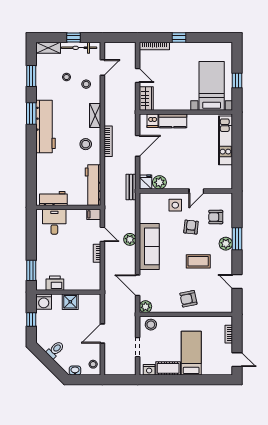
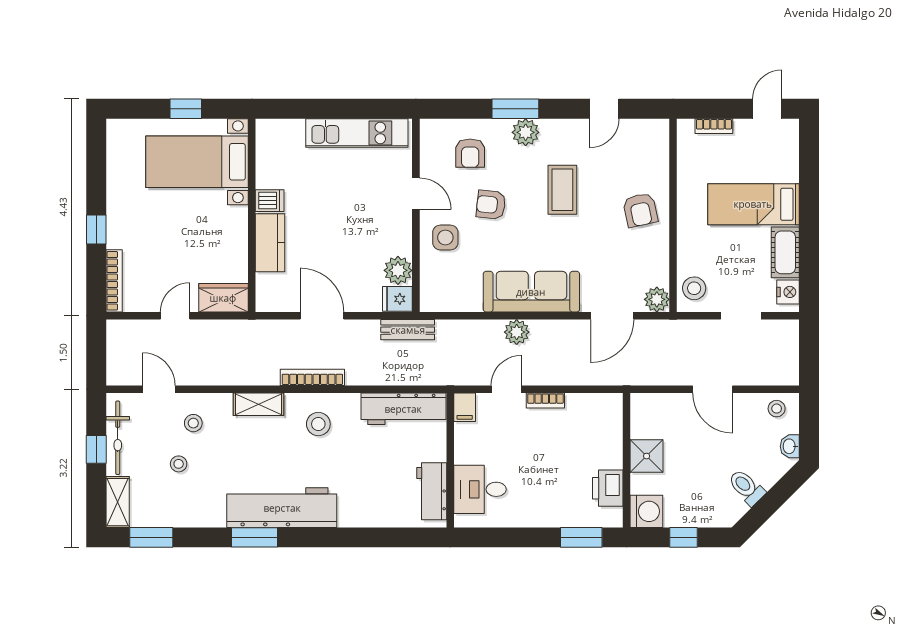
window: (31, 76) -> (151, 537), moved
dishwasher: (153, 121) -> (270, 201), moved
kitchen unit: (225, 140) -> (357, 133), moved

